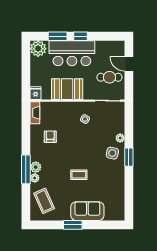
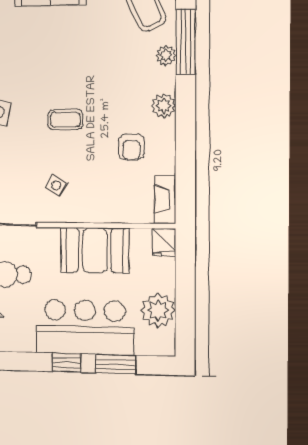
plant: (38, 49) -> (158, 310), moved
plant: (36, 167) -> (164, 106), moved
window: (26, 169) -> (186, 42), moved
coffee table: (79, 175) -> (65, 120), moved

